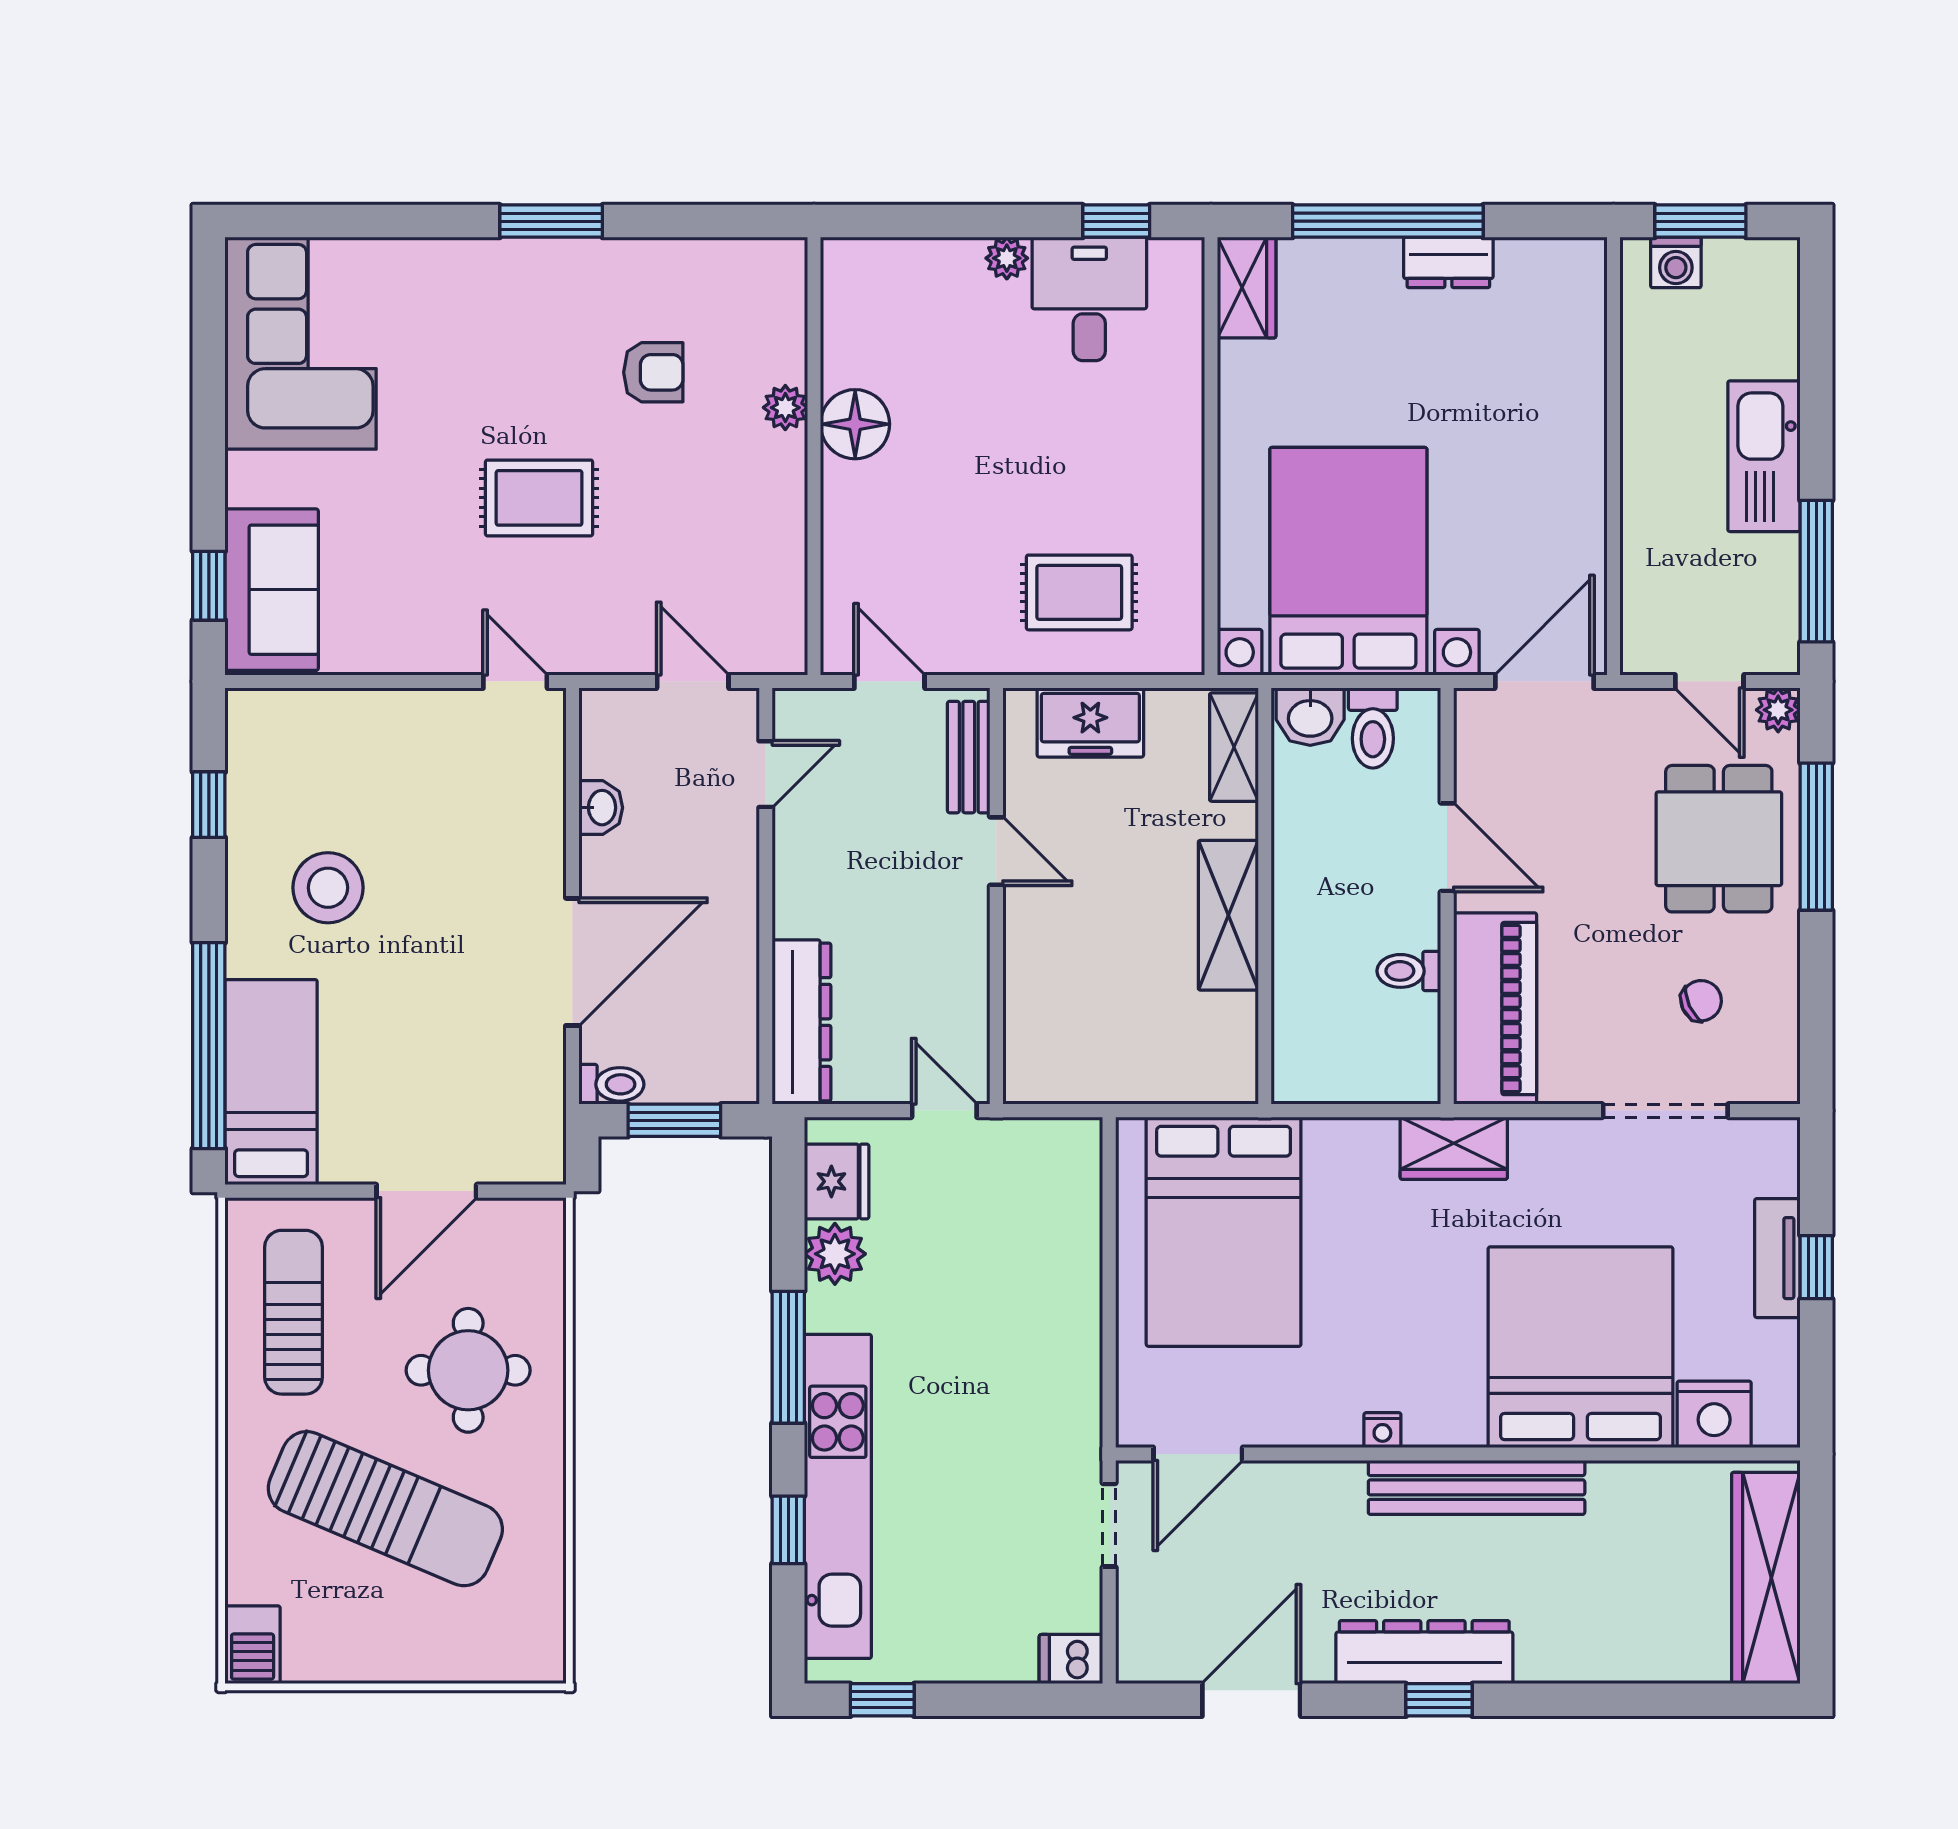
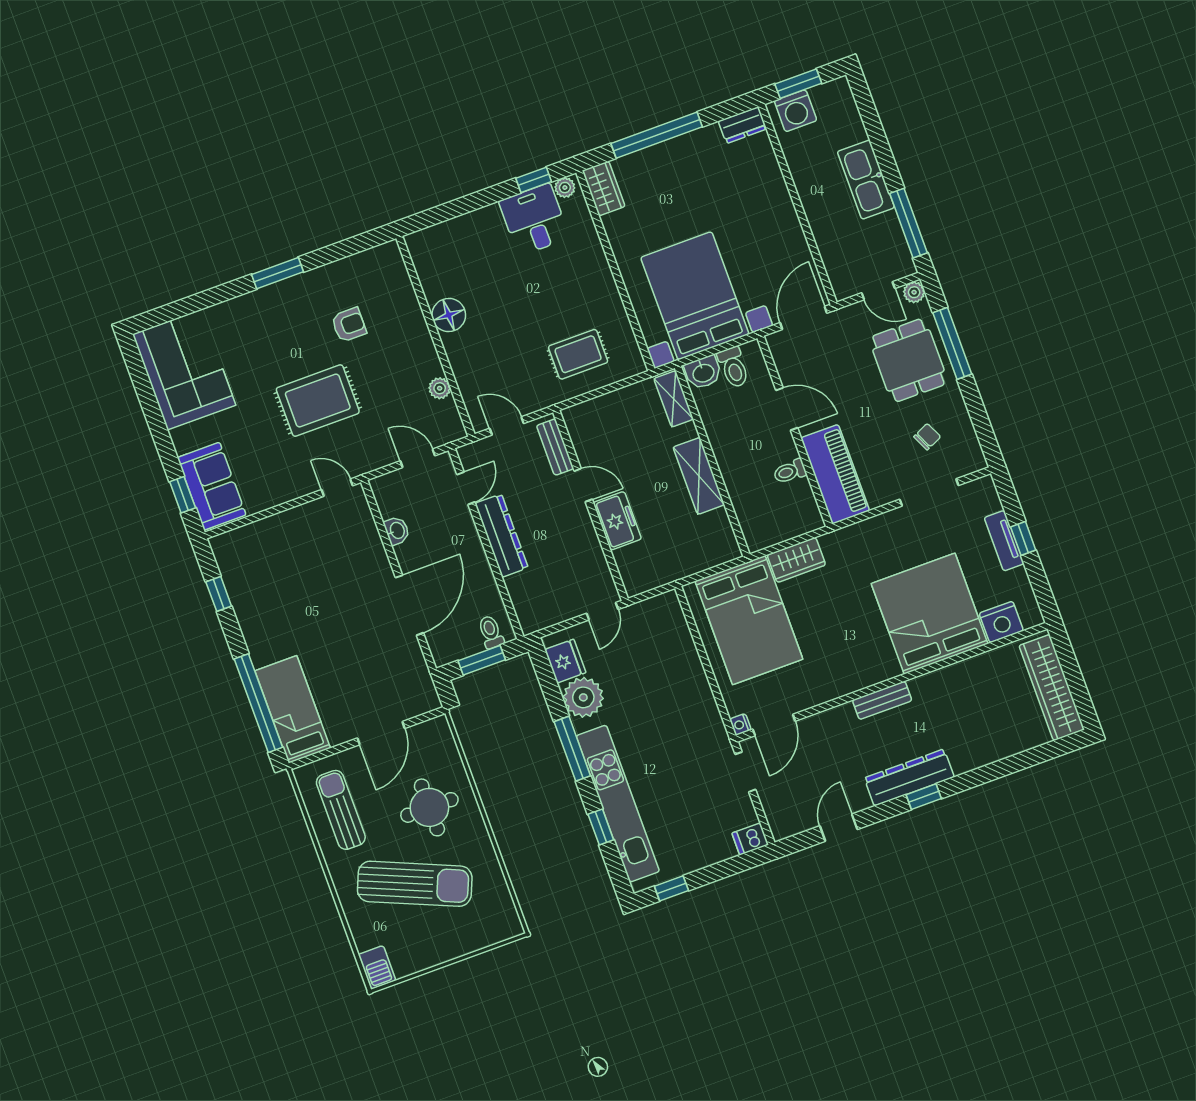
plant: (1007, 258) -> (565, 188), moved
dresser: (1448, 262) -> (742, 125), moved
washing machine: (1676, 262) -> (796, 111), width x1.38, depth x1.38
plant: (785, 408) -> (440, 388), moved
rug: (539, 498) -> (318, 401), width x1.36, depth x1.43
freezer: (1090, 722) -> (617, 521), moved, turned -90
stool: (328, 888) -> (286, 612), removed
dresser: (801, 1022) -> (502, 536), moved
toilet: (611, 1084) -> (491, 632), moved, turned -90
door: (944, 1111) -> (602, 611), swing flipped
wardrobe: (1454, 1148) -> (796, 560), moved
plant: (835, 1254) -> (583, 697), width x1.36, depth x1.36
nightstand: (1382, 1430) -> (740, 724), moved, turned 90
bench: (1477, 1487) -> (882, 700), width x0.54, depth x0.82
door: (1251, 1700) -> (839, 828), width x0.73

